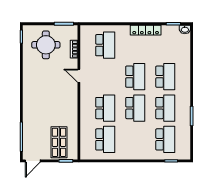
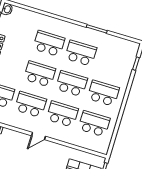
door: (79, 76) -> (39, 136), moved
school desk: (105, 77) -> (30, 104), added
school desk: (165, 139) -> (103, 93), moved

